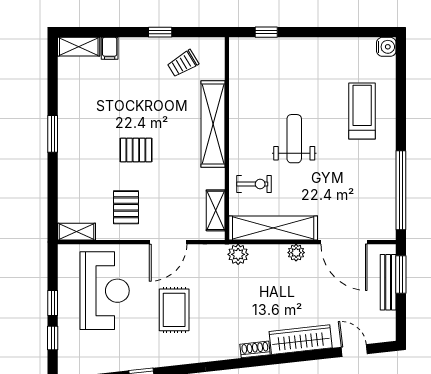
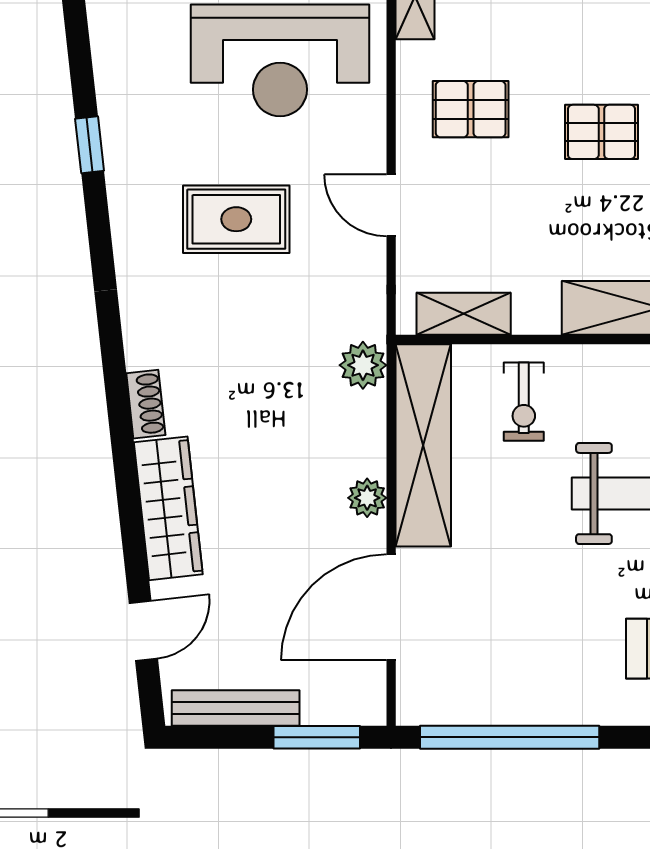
pallet: (136, 150) -> (601, 132), turned 90
door: (168, 242) -> (391, 205), width x0.73
bench: (388, 282) -> (236, 708), moved

